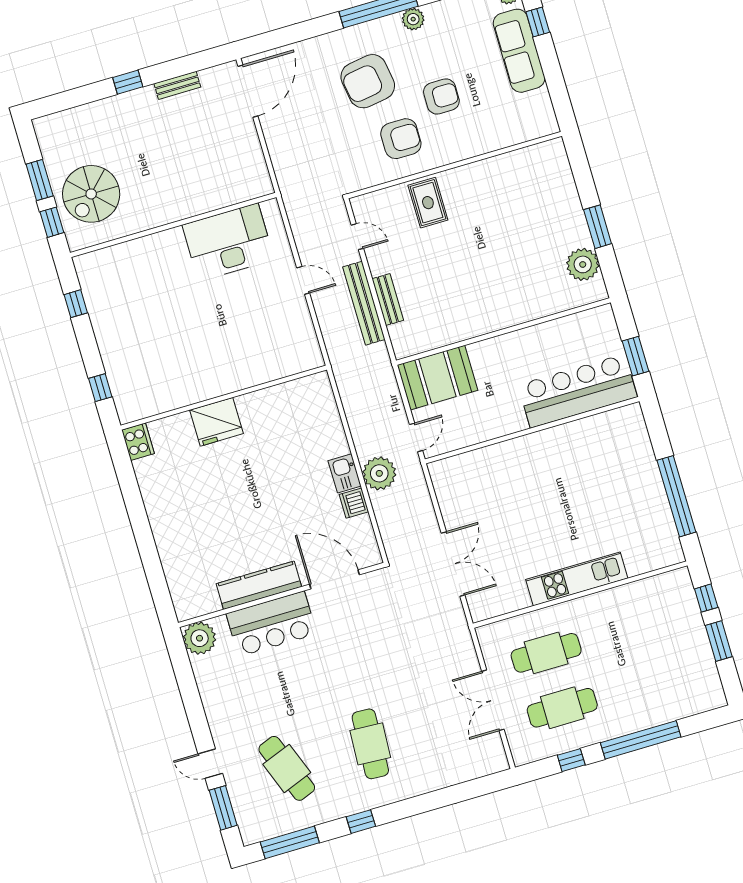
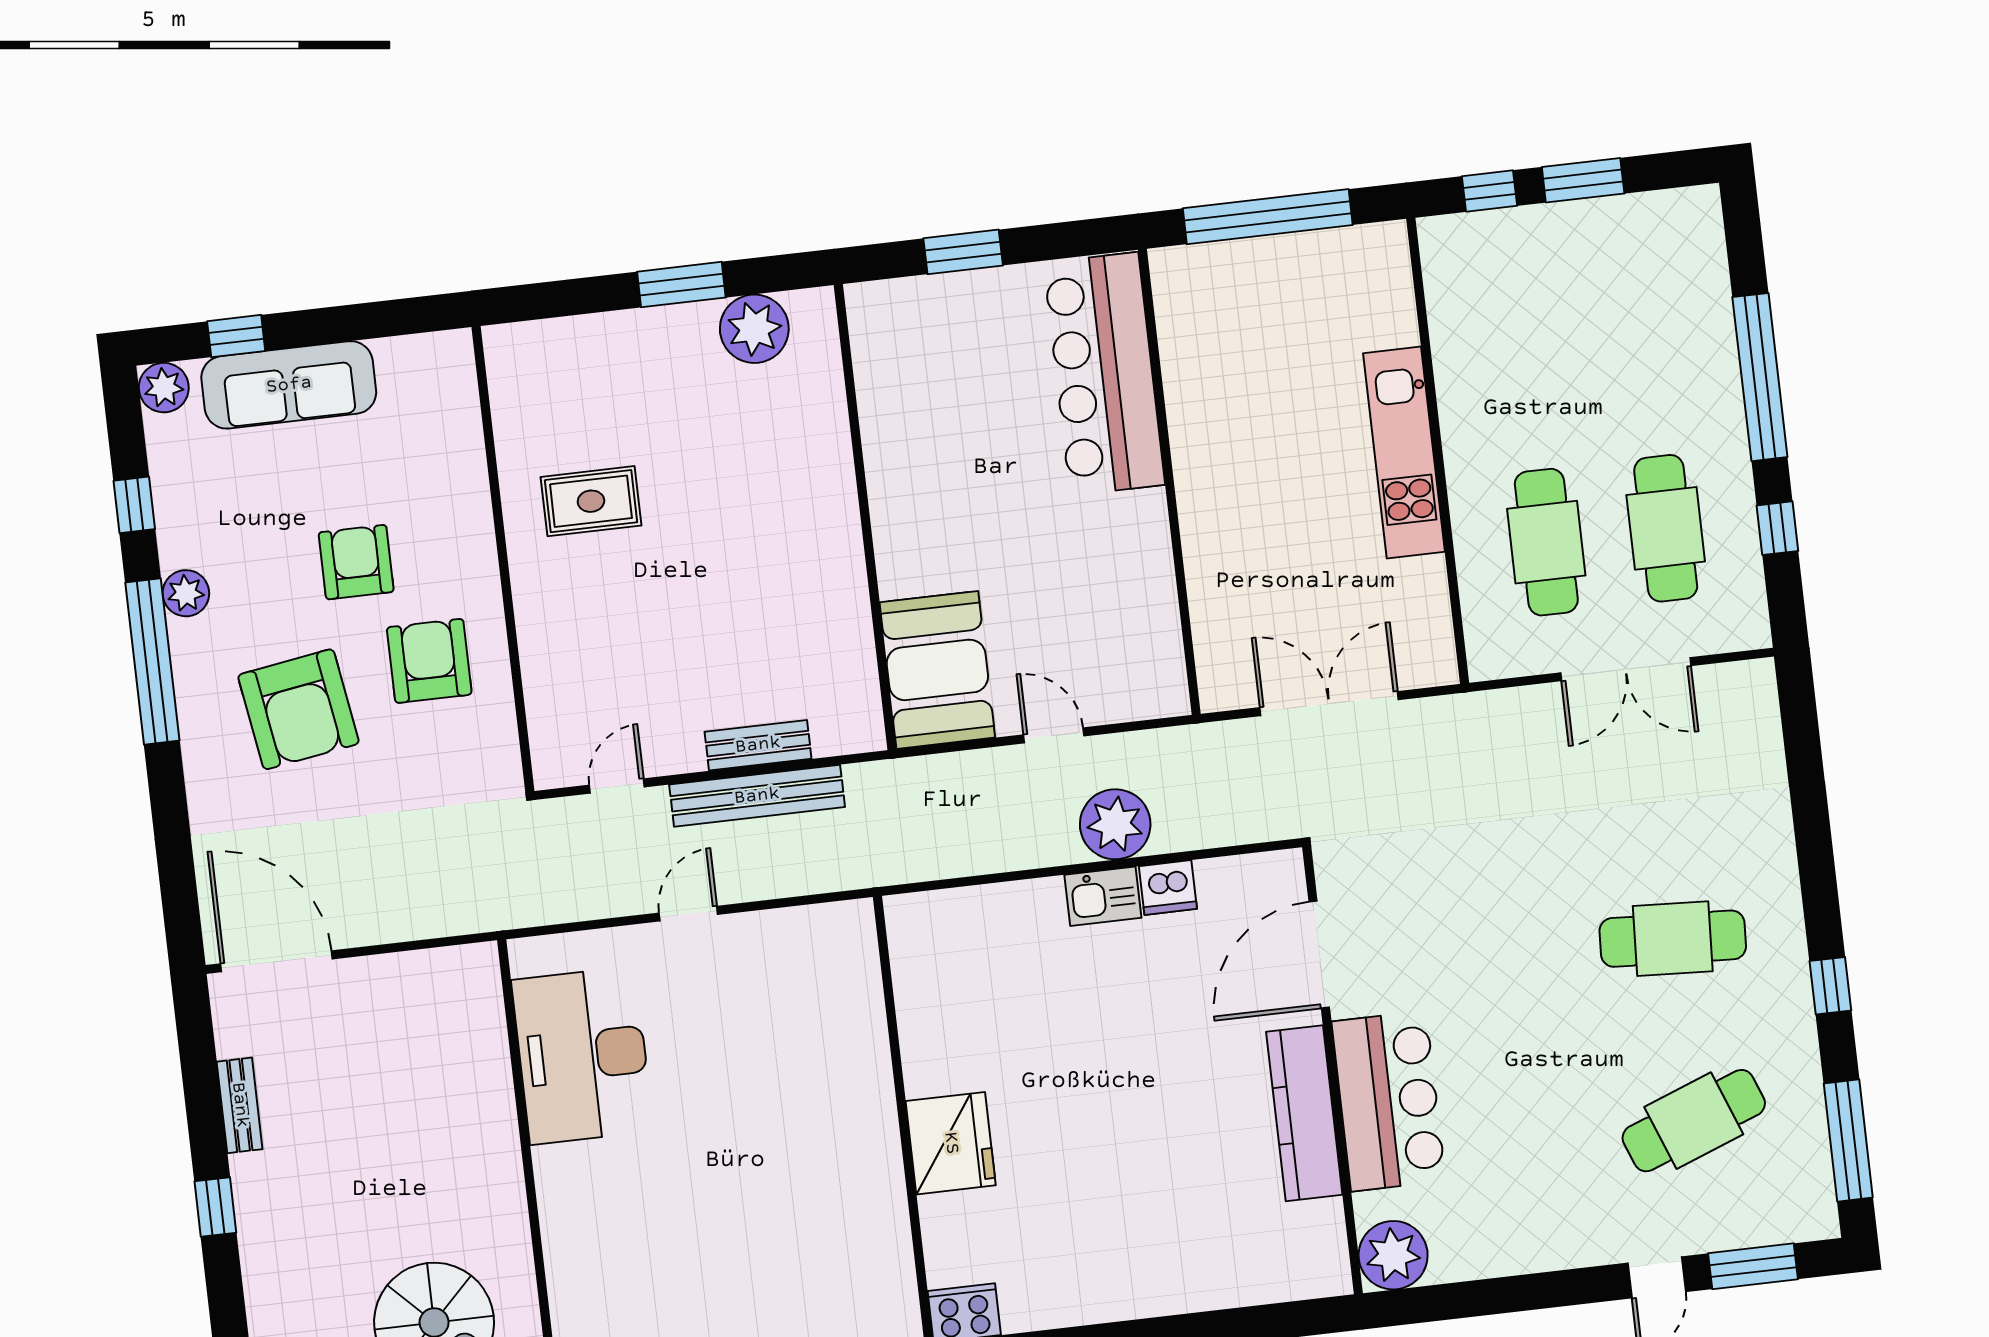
rug: (428, 203) -> (591, 501), moved
bar counter: (578, 391) -> (1104, 374), moved
wall: (532, 430) -> (1169, 482), moved

